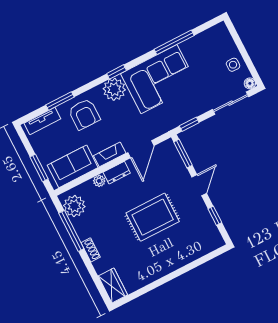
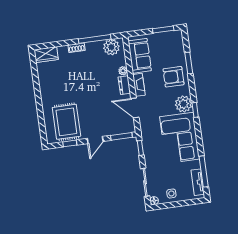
window: (174, 42) -> (204, 171), moved
tv unit: (42, 121) -> (198, 182), moved
window: (39, 168) -> (163, 30), moved
door: (199, 185) -> (95, 140), hinge flipped
rug: (153, 217) -> (66, 122), moved

